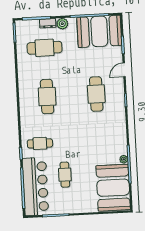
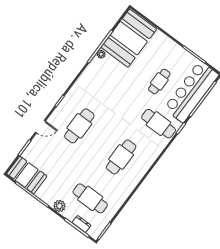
dresser: (48, 23) -> (81, 224), moved
booth: (99, 31) -> (27, 175), width x0.73, depth x0.70
cafe table: (40, 143) -> (159, 124), width x1.37, depth x1.35

